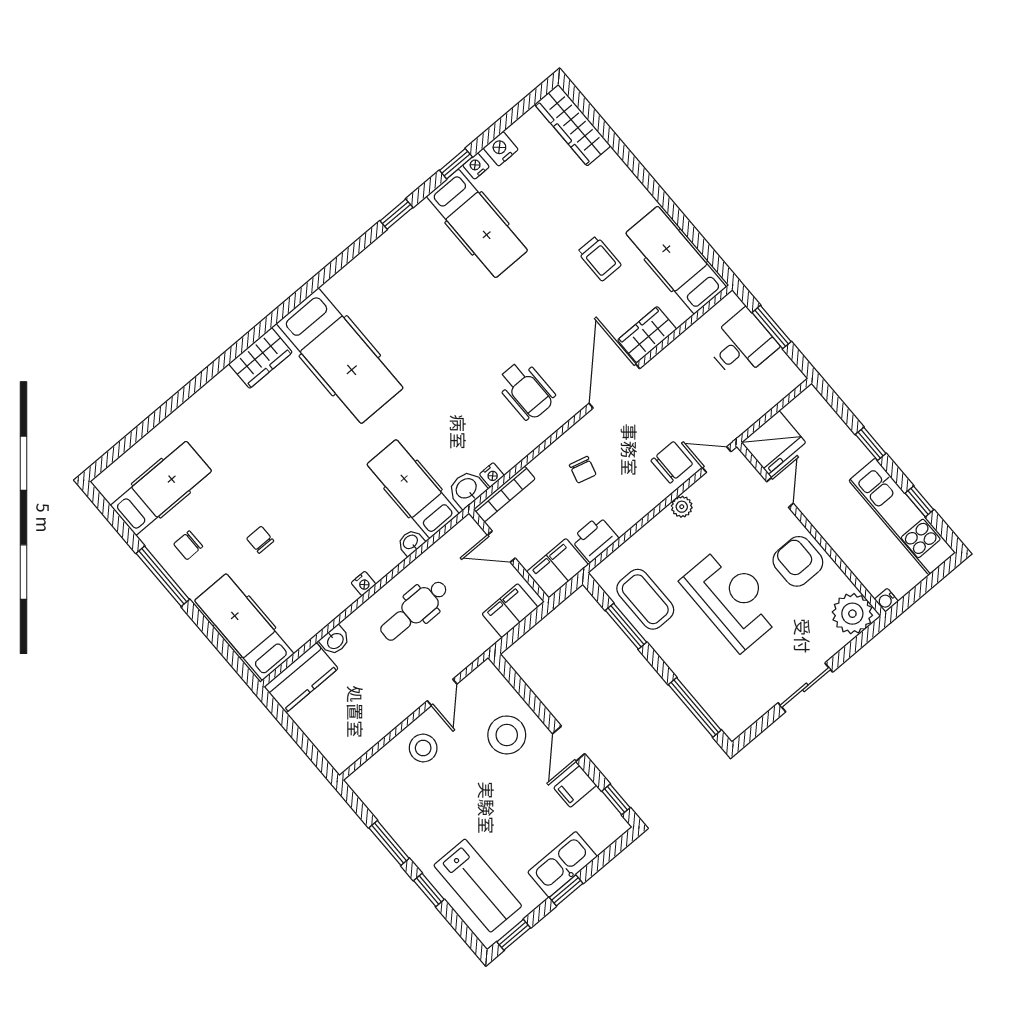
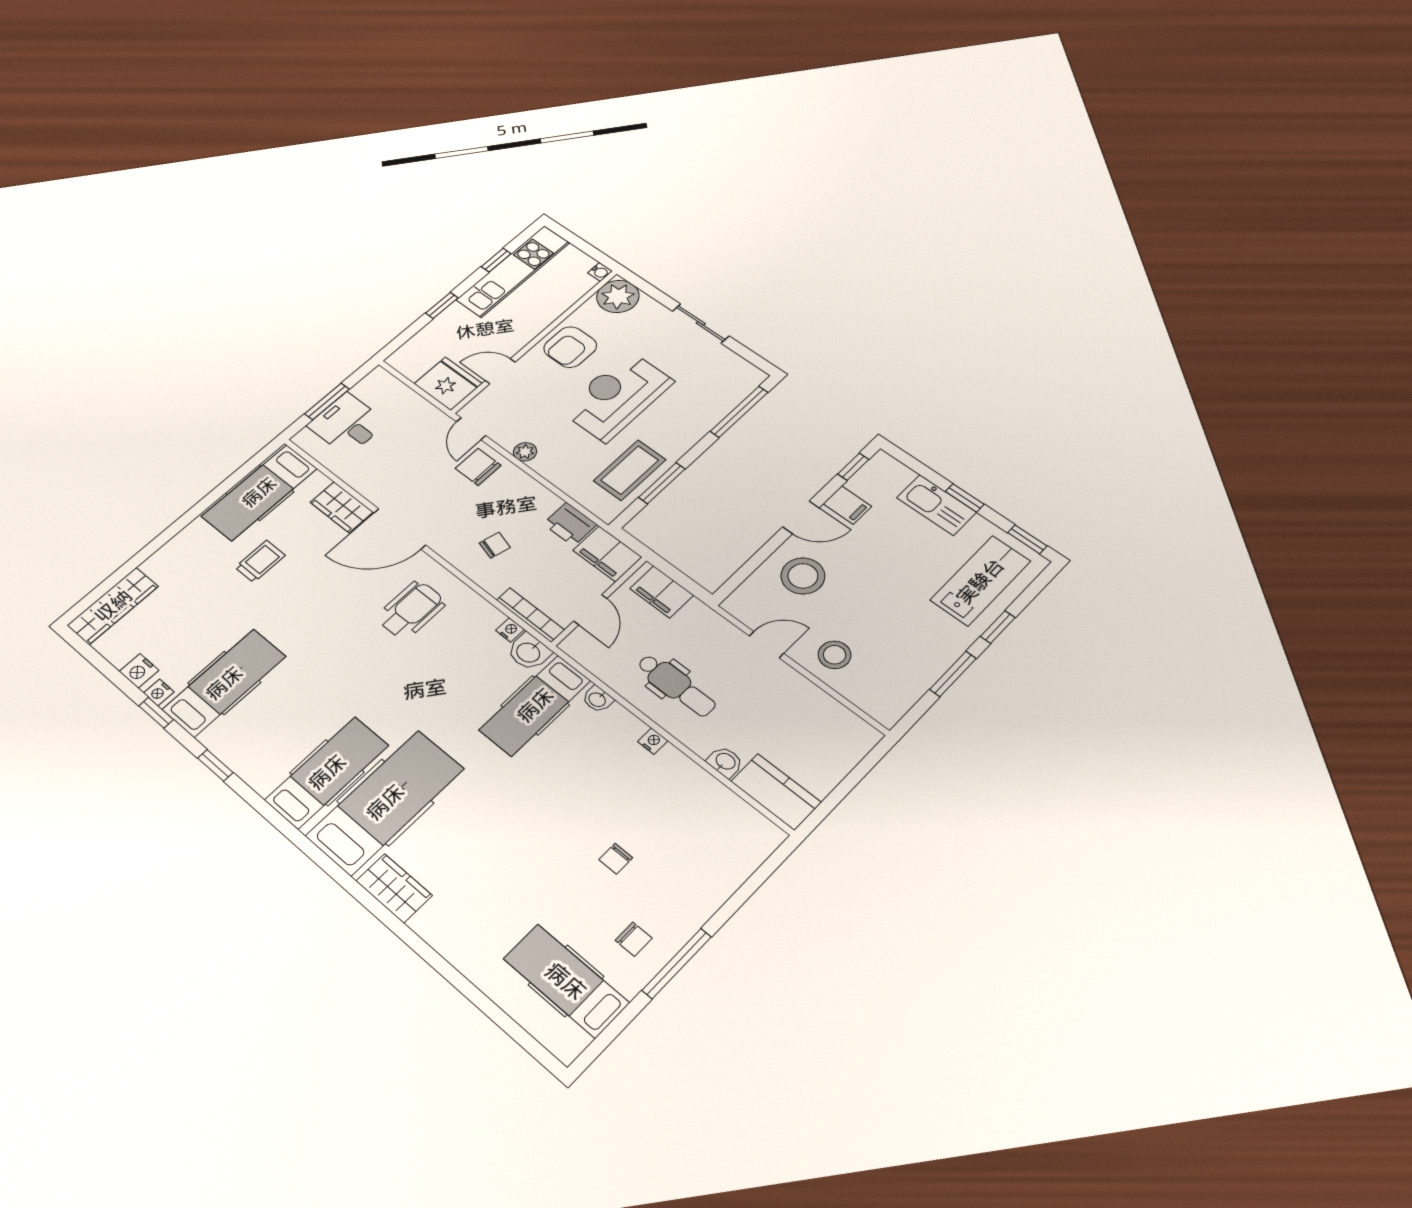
hospital bed: (244, 627) -> (327, 772), moved, turned 180

